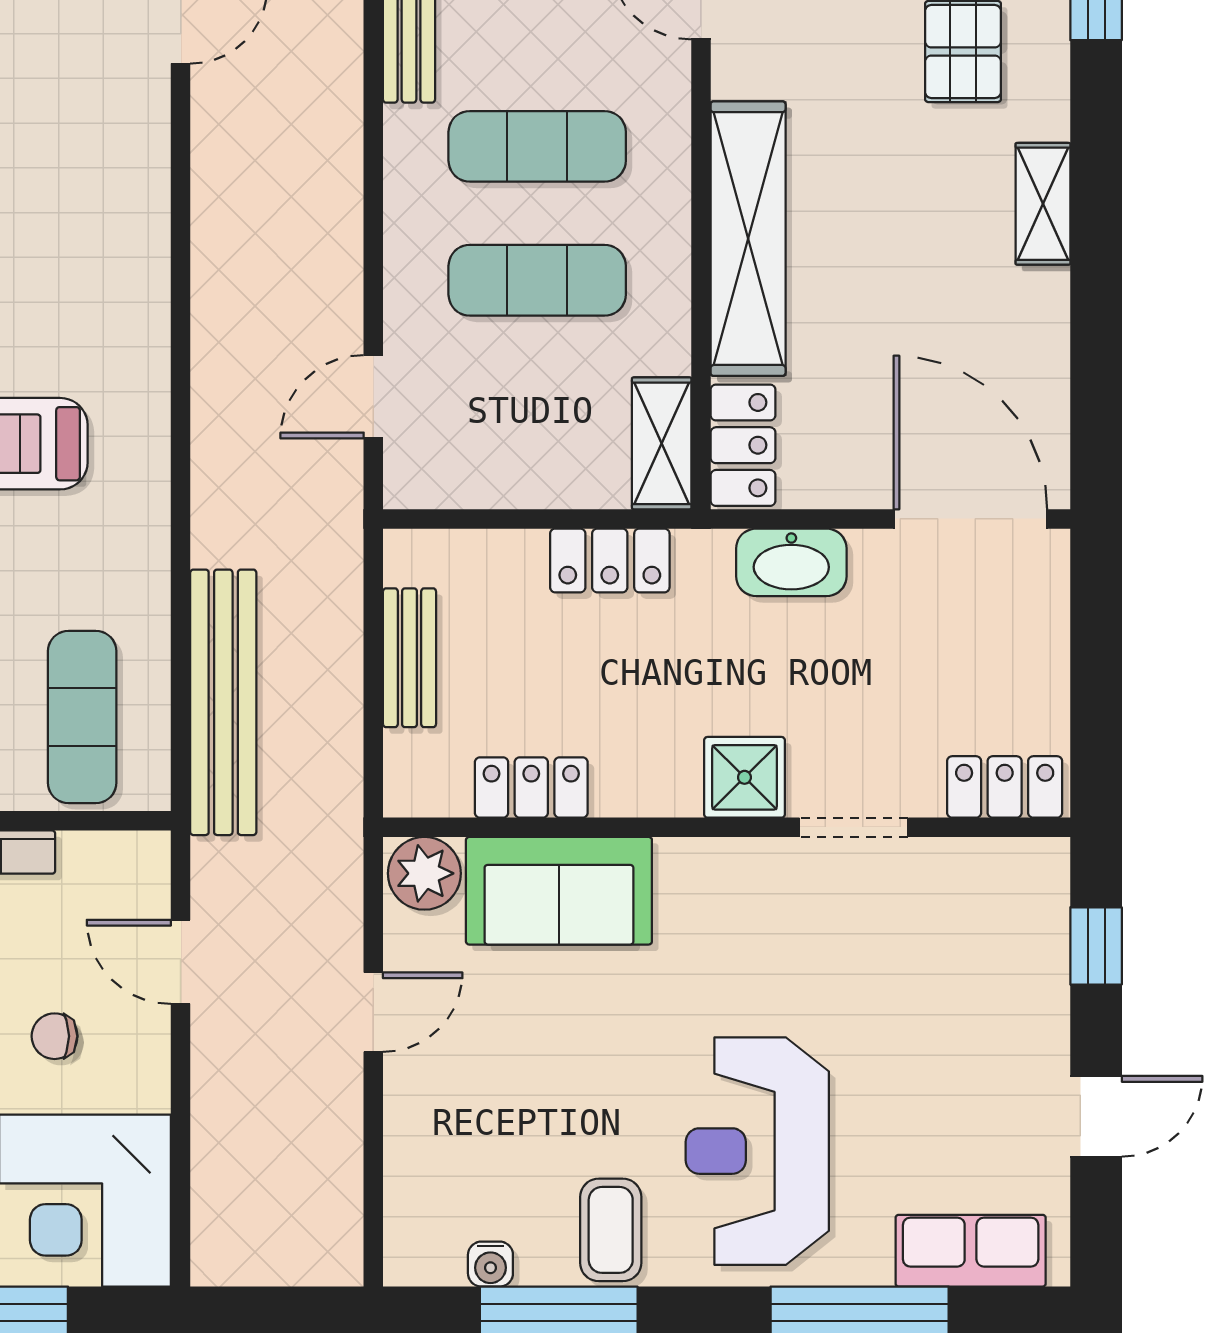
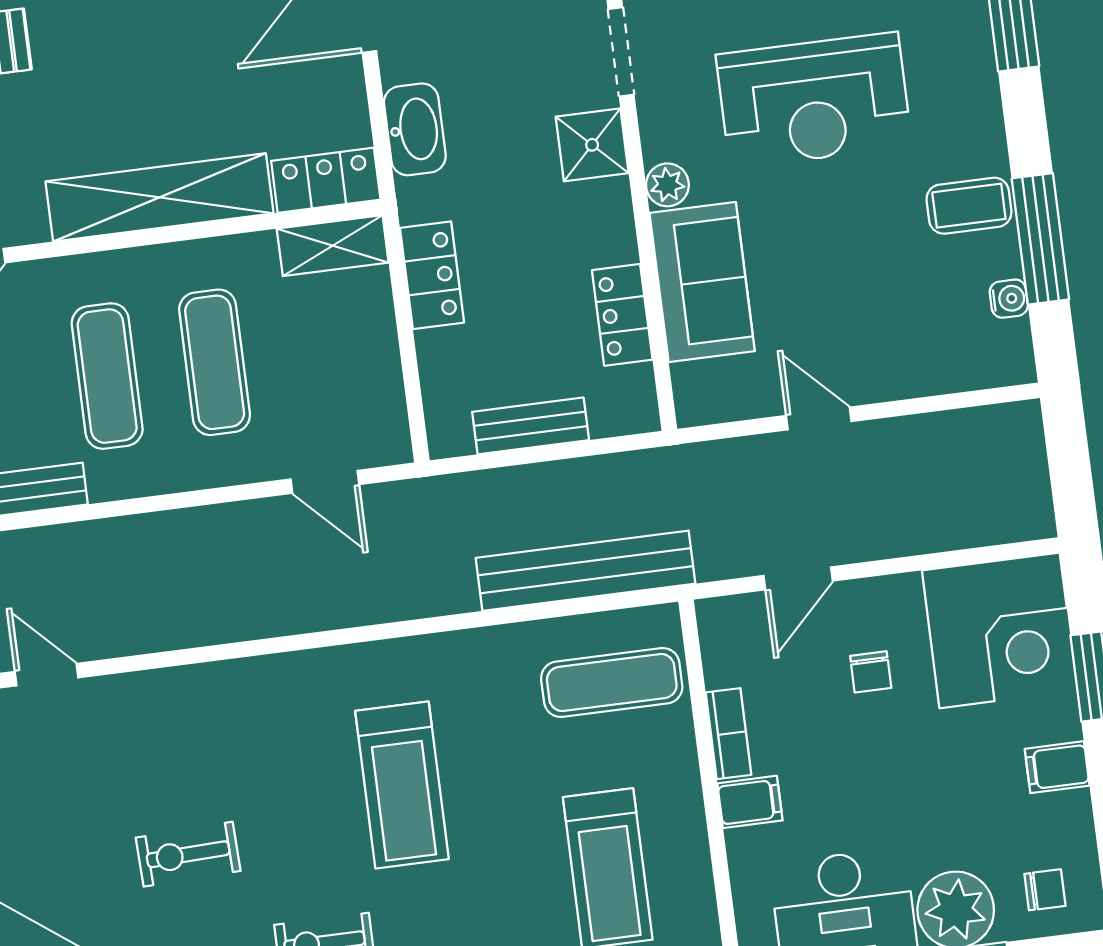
plant: (424, 873) -> (667, 185), moved, width x0.73, depth x0.73
reception desk: (757, 1151) -> (814, 100), moved

